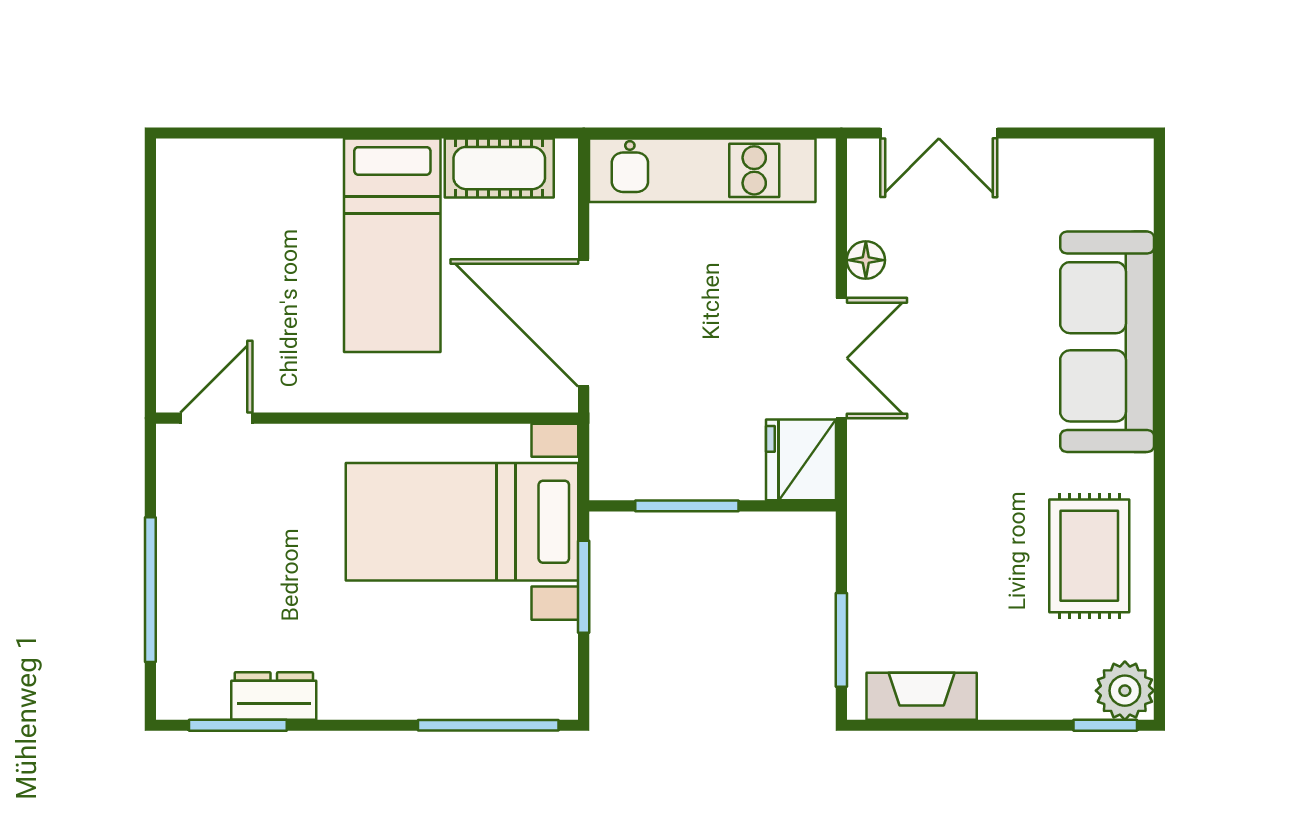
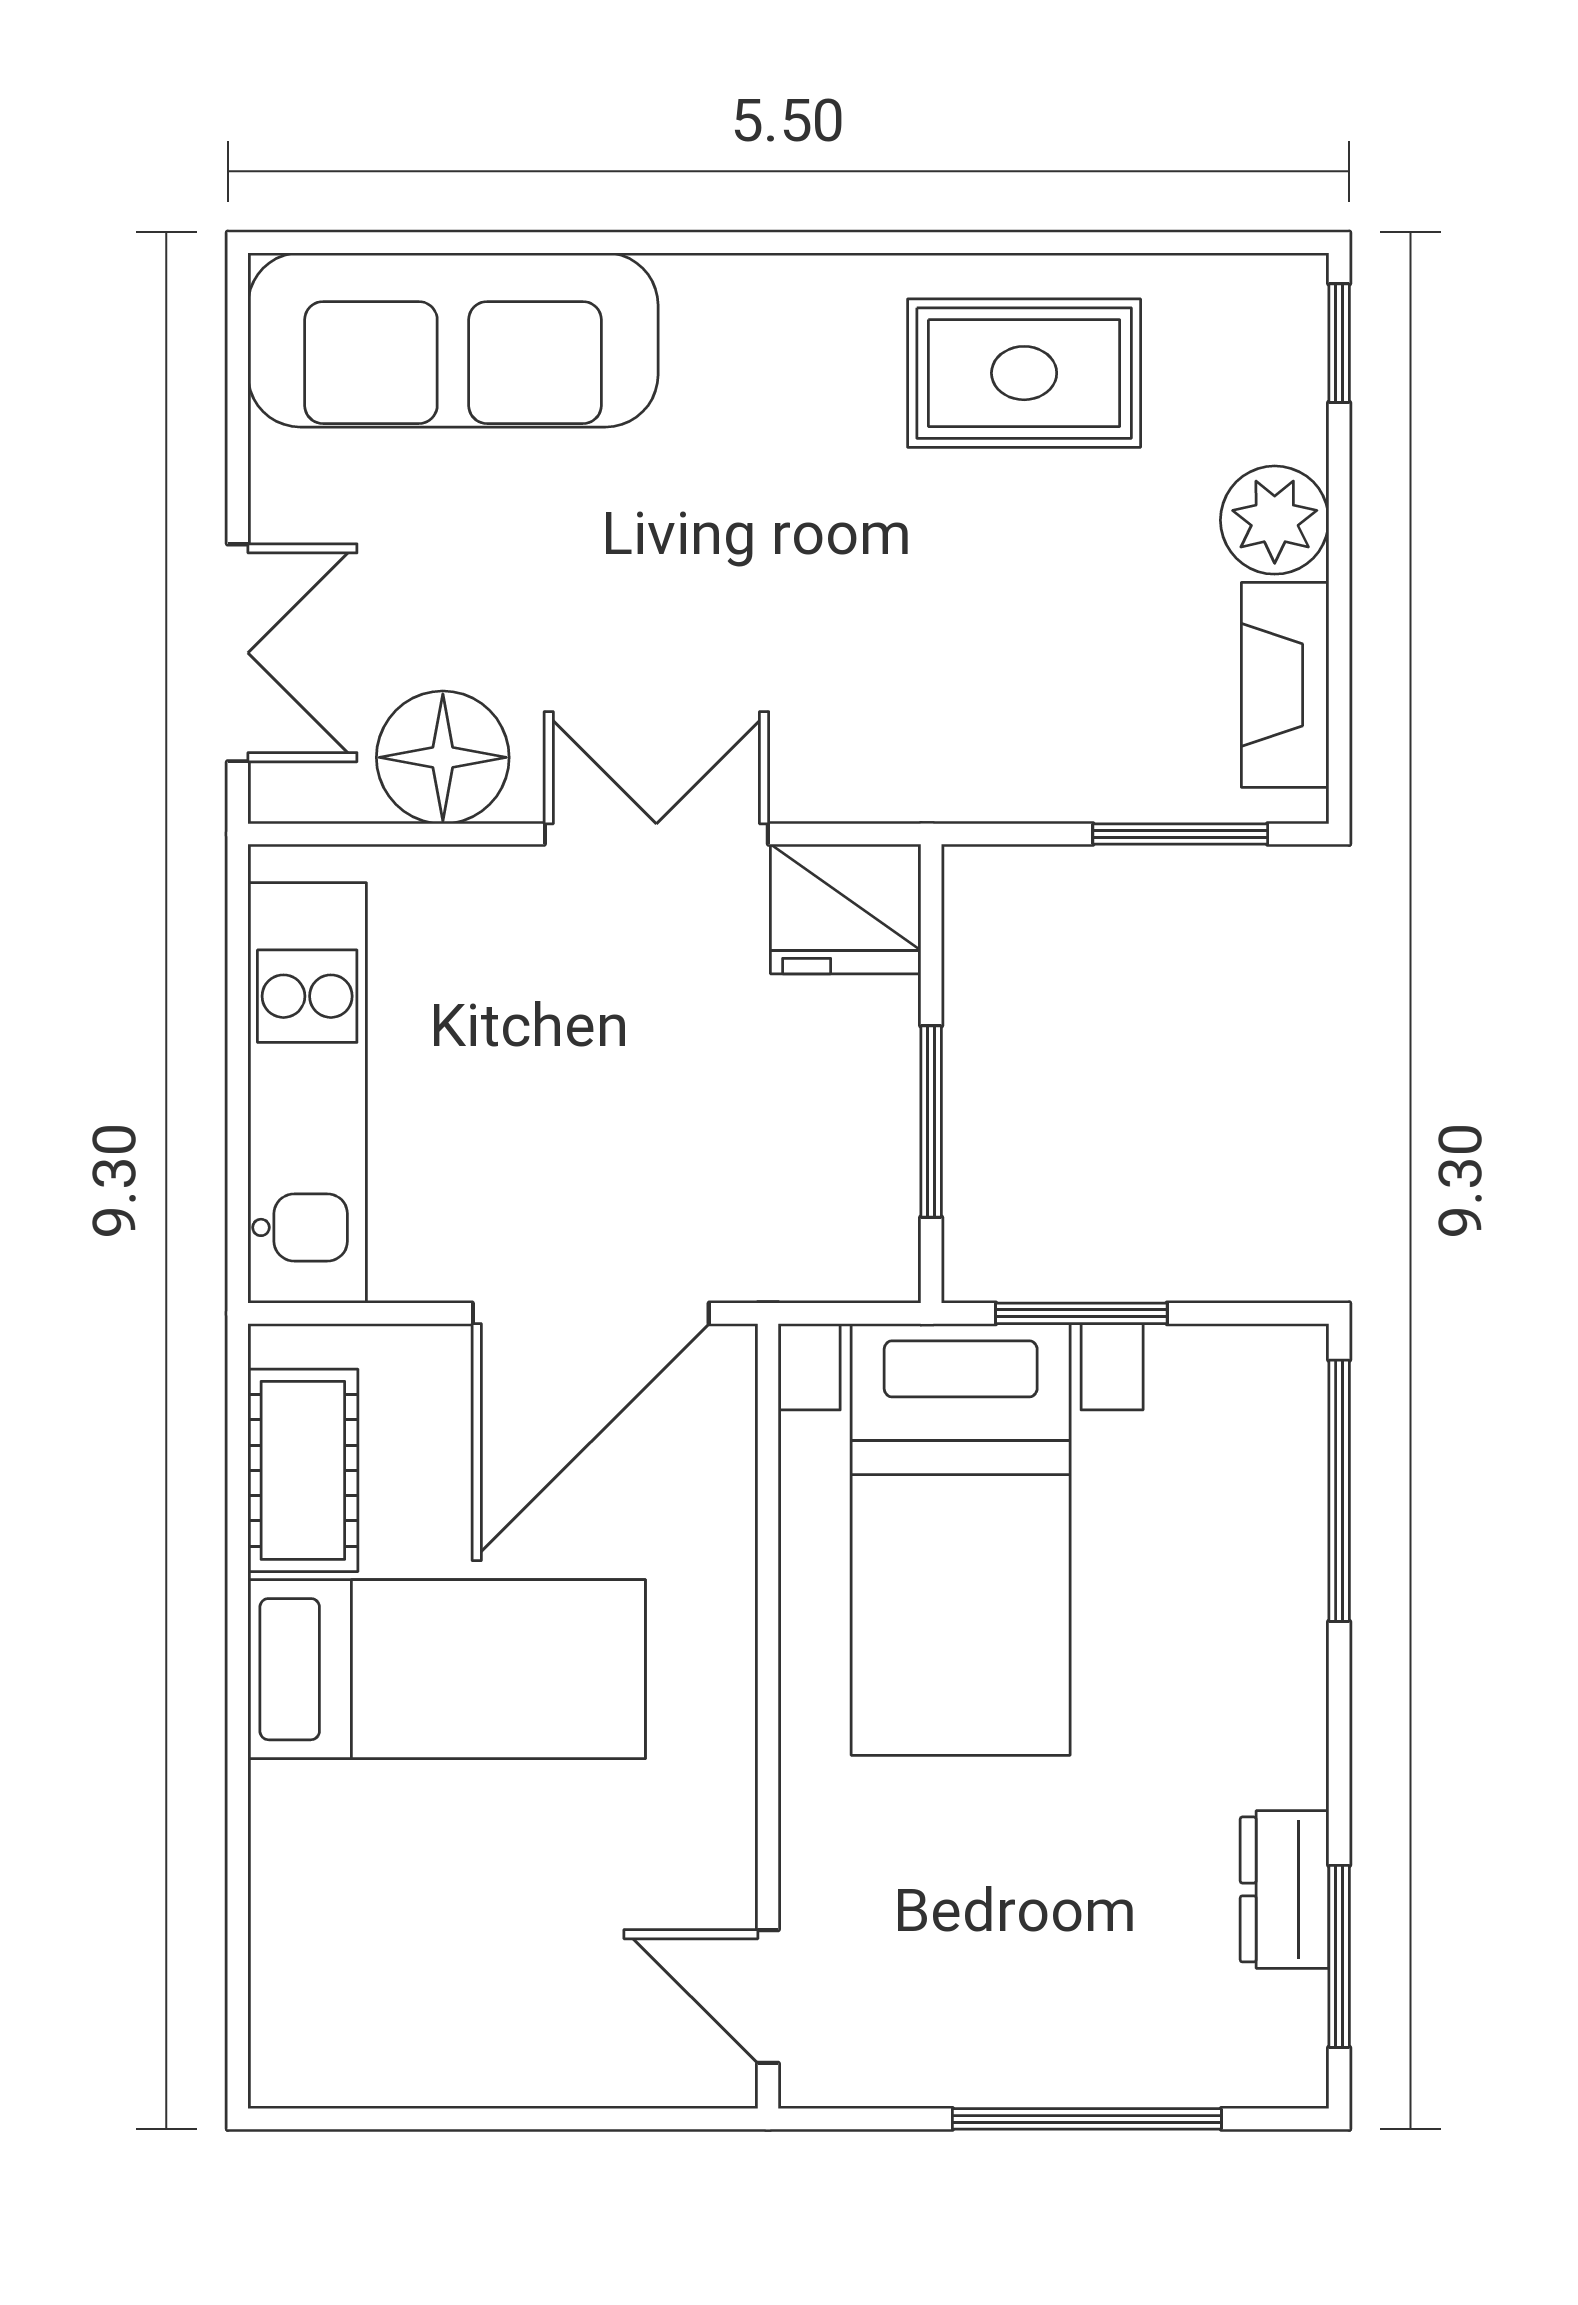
floor lamp: (866, 260) -> (443, 757), width x1.89, depth x1.89
sofa: (1107, 342) -> (453, 340), moved
plant: (1125, 691) -> (1275, 520), moved

